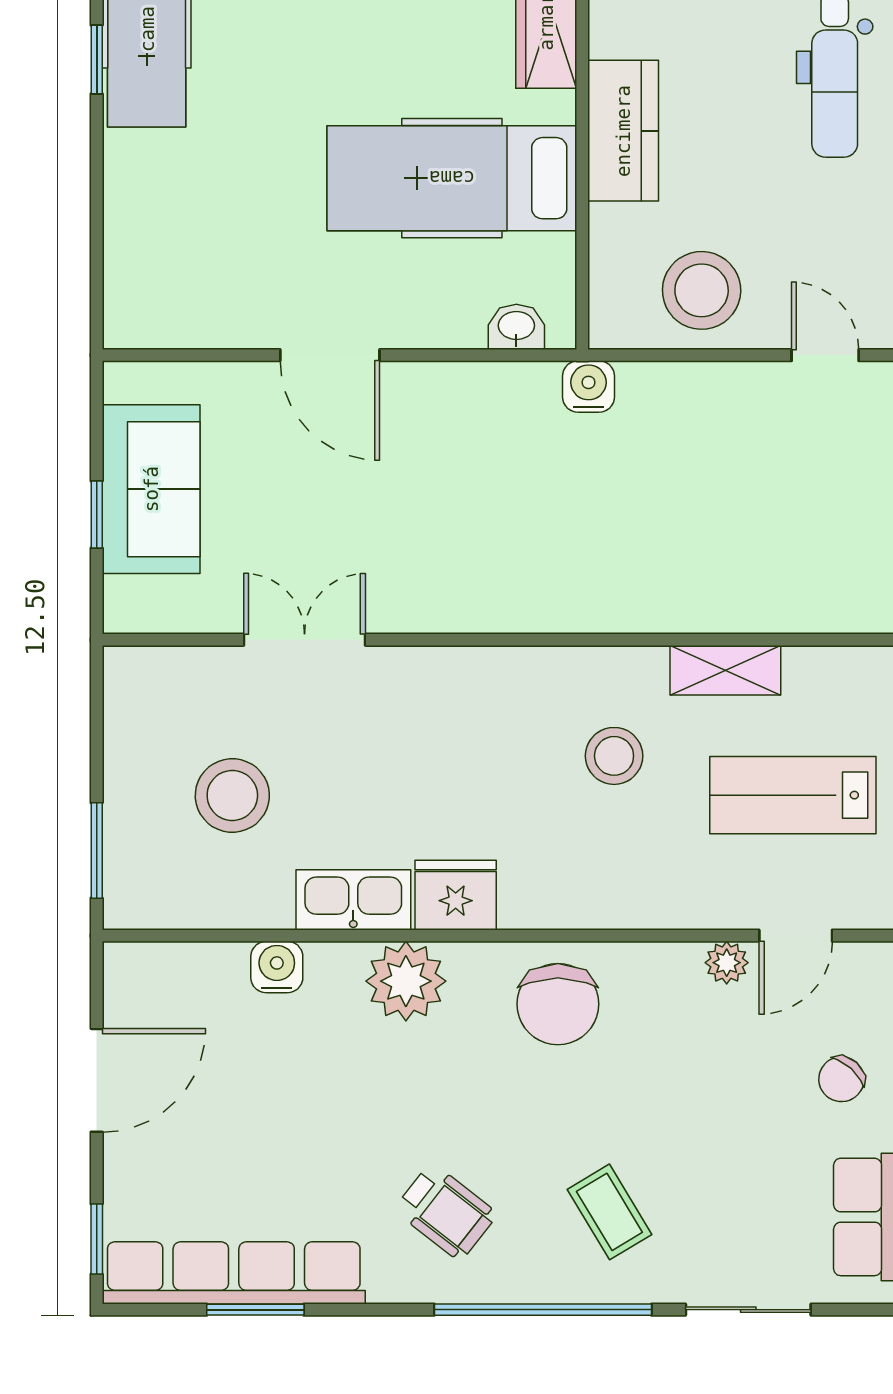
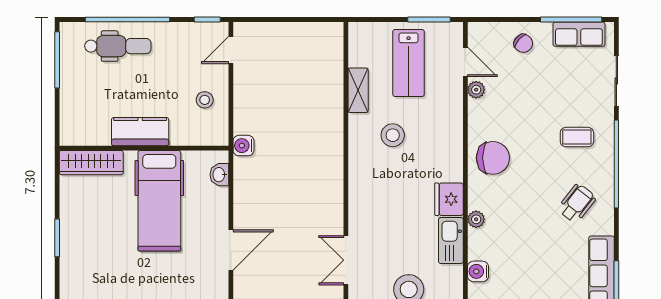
stool: (702, 290) -> (205, 100), width x0.53, depth x0.53
plant: (406, 981) -> (476, 219), width x0.53, depth x0.53
coffee table: (609, 1212) -> (577, 137), turned 31

